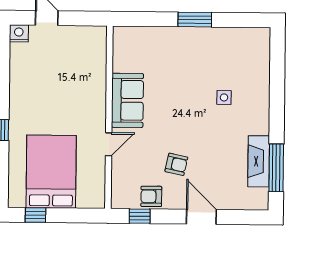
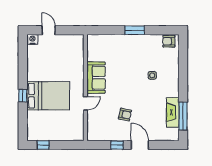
bed: (51, 172) -> (48, 96), moved, turned 90
armchair: (151, 196) -> (169, 41), moved
window: (140, 216) -> (117, 145), moved

